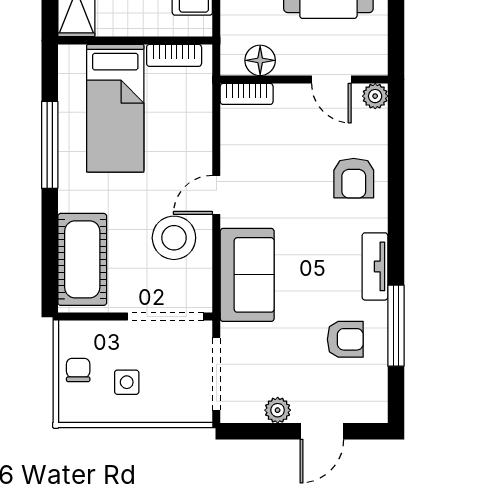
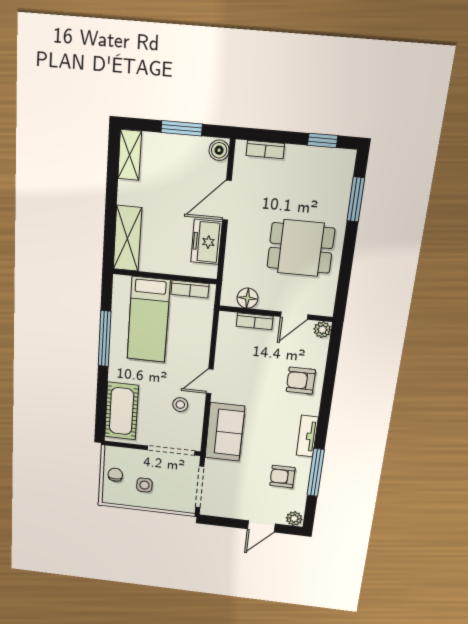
door: (331, 79) -> (294, 316), hinge flipped
bookcase: (247, 94) -> (255, 321), moved
armchair: (354, 178) -> (301, 381), turned 90
stool: (174, 238) -> (180, 405), width x0.53, depth x0.53
armchair: (345, 339) -> (282, 477), turned 180
plant: (278, 410) -> (294, 519), moved

